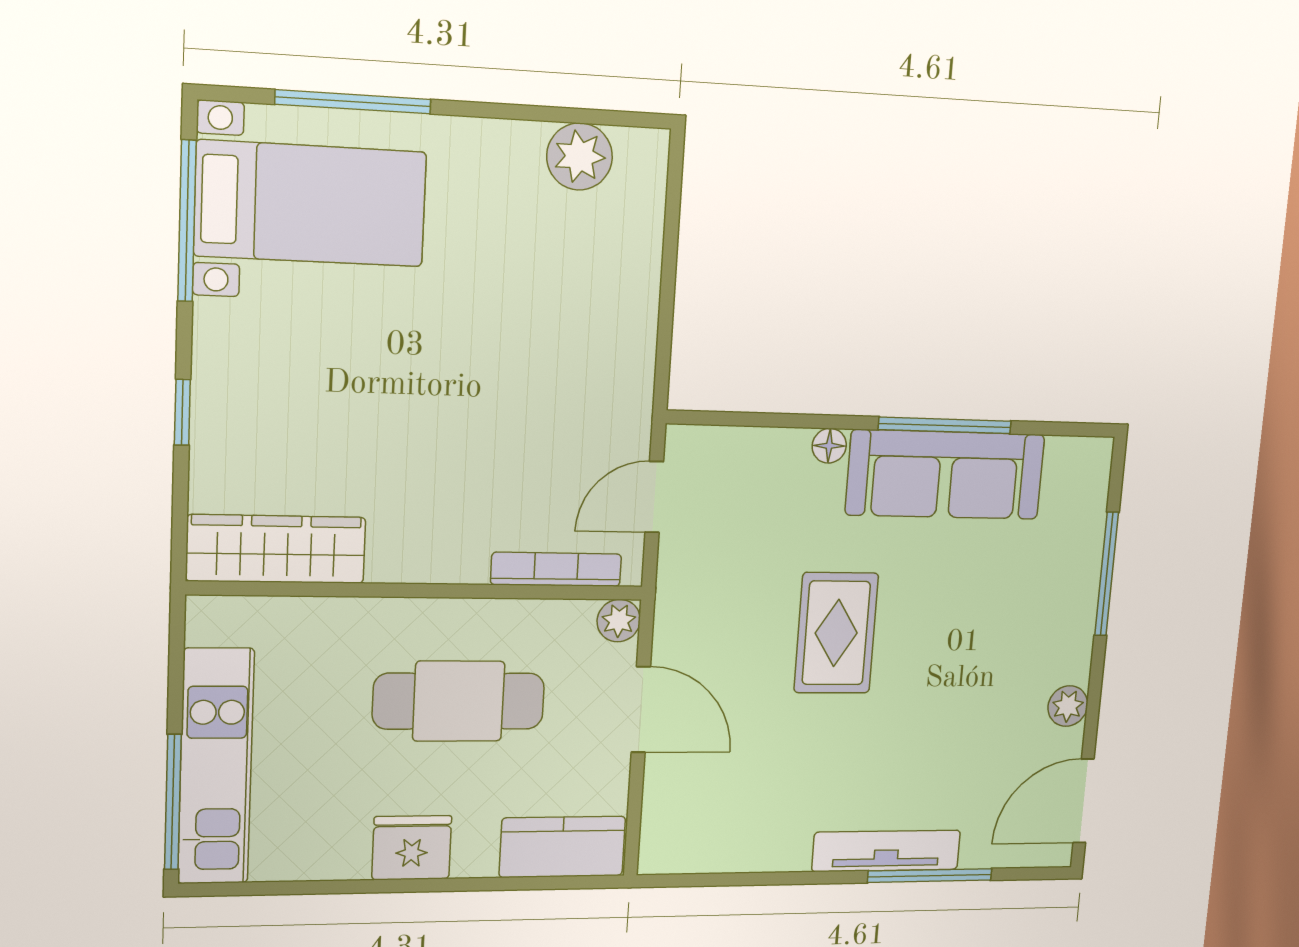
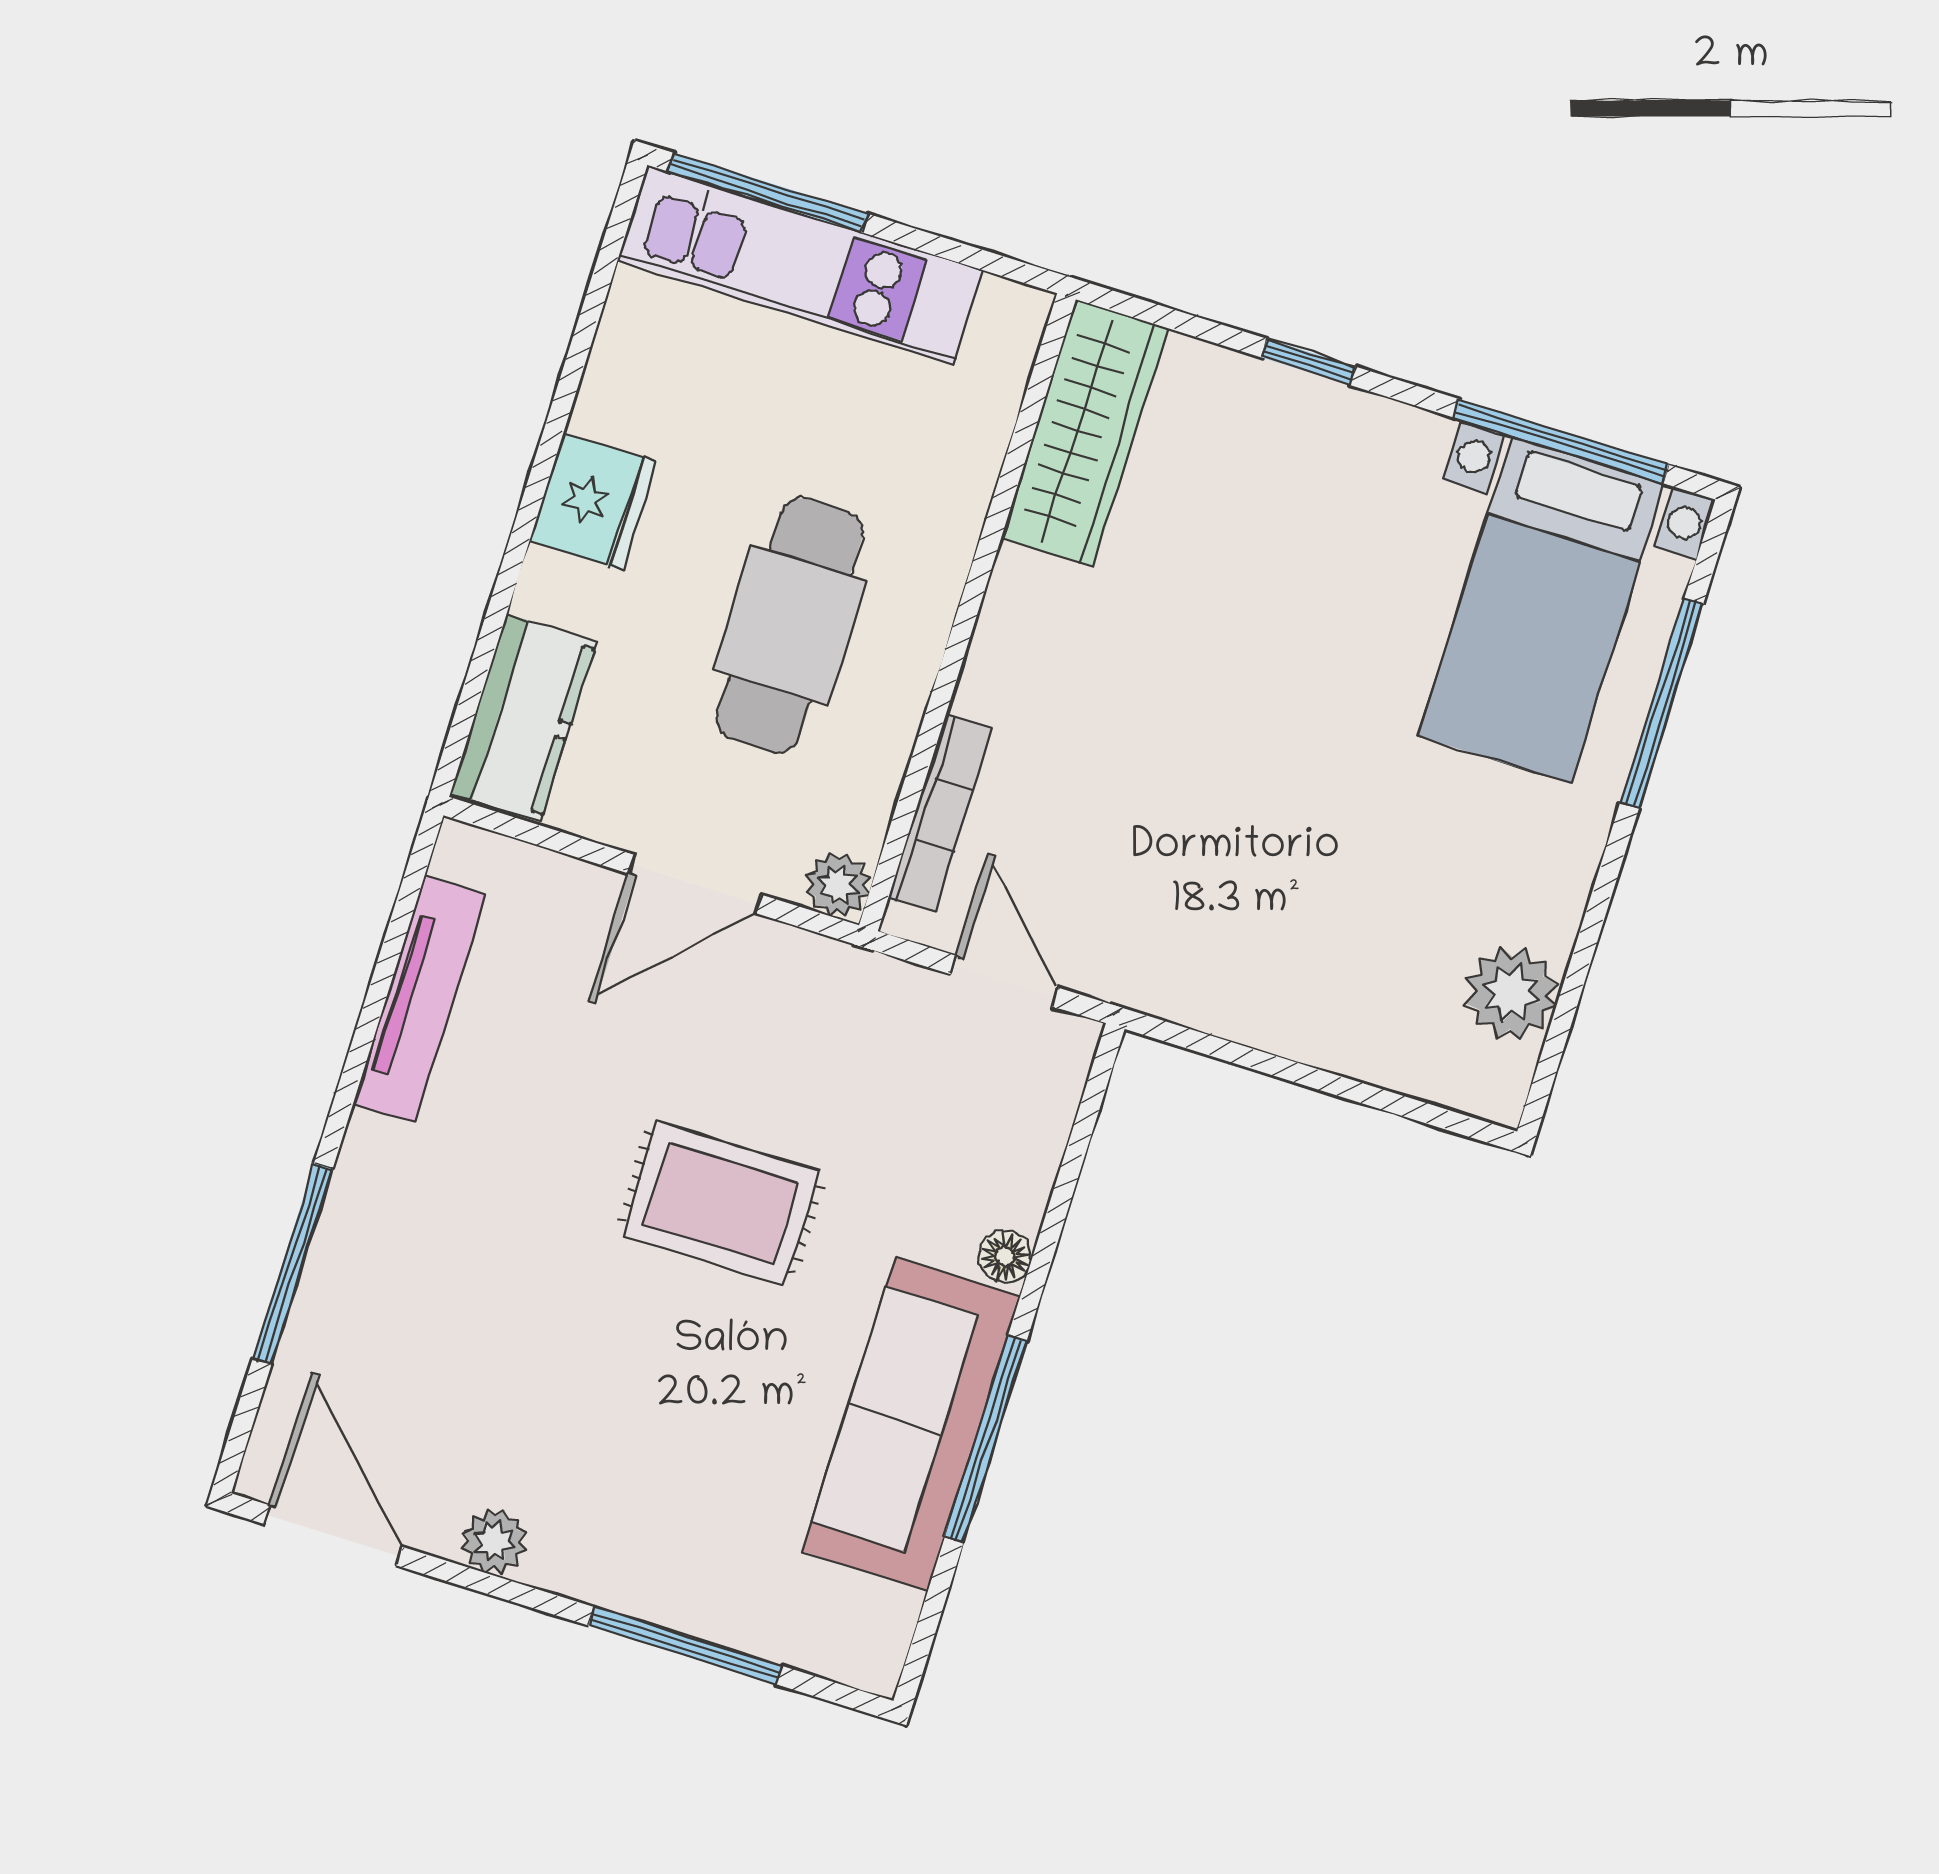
tv unit: (886, 851) -> (420, 999), moved

